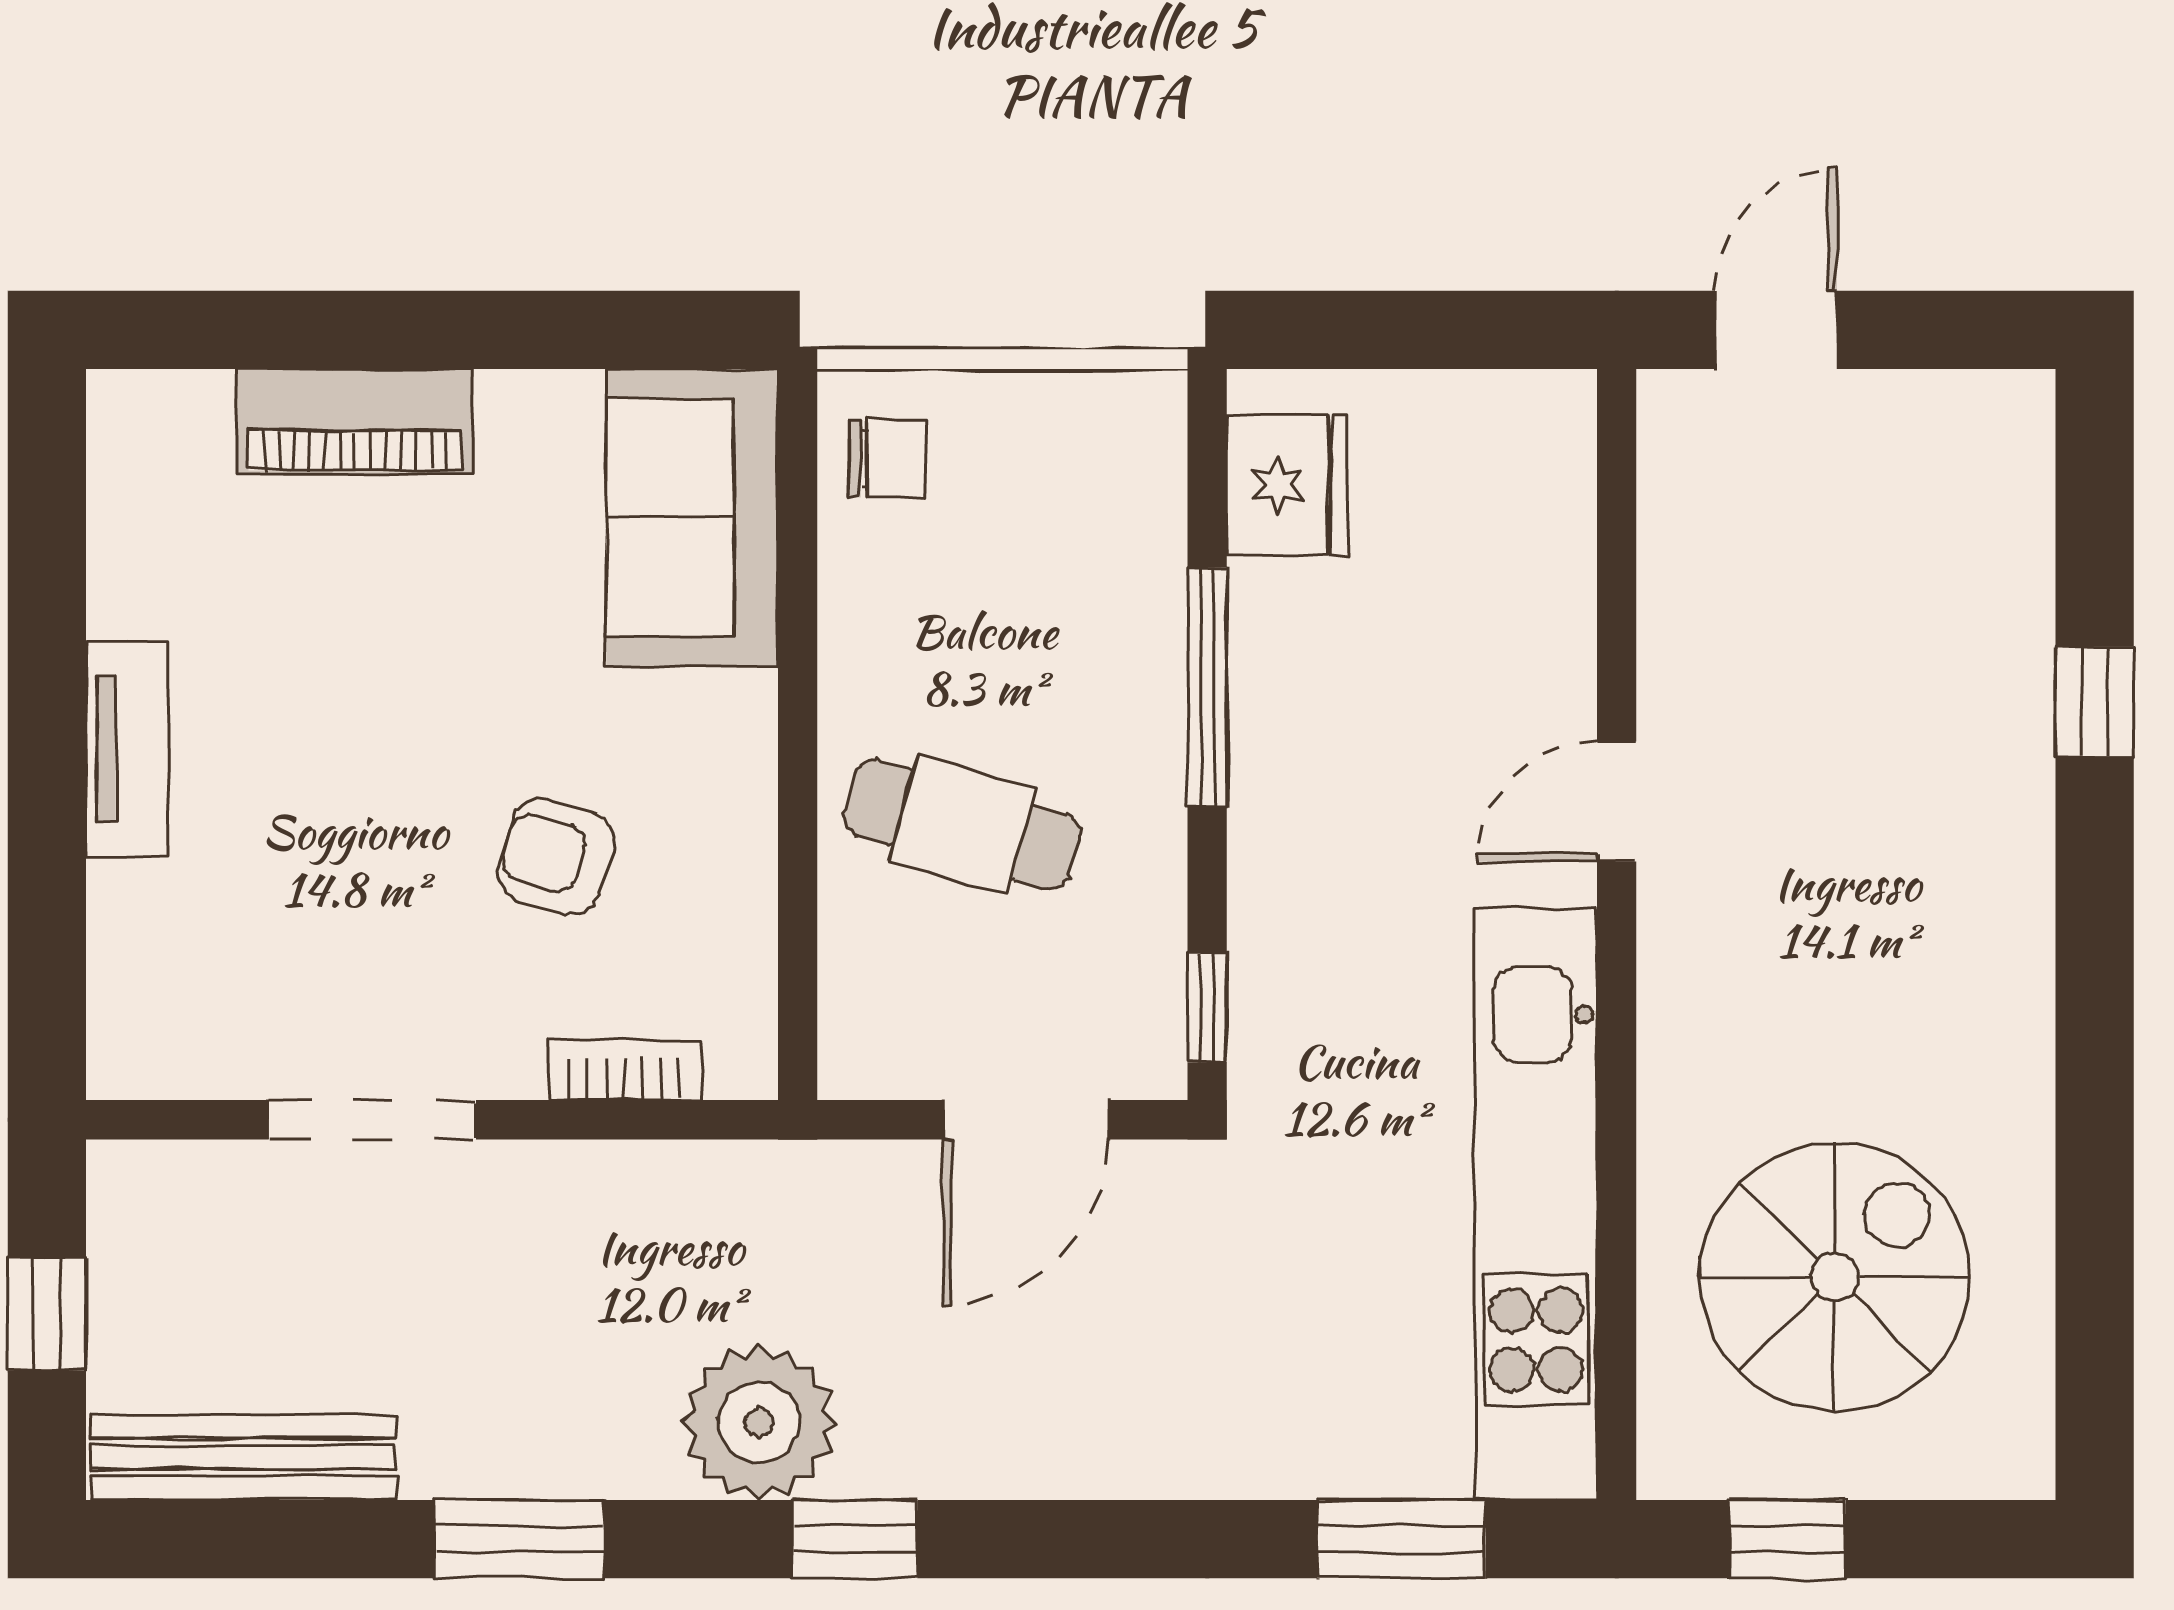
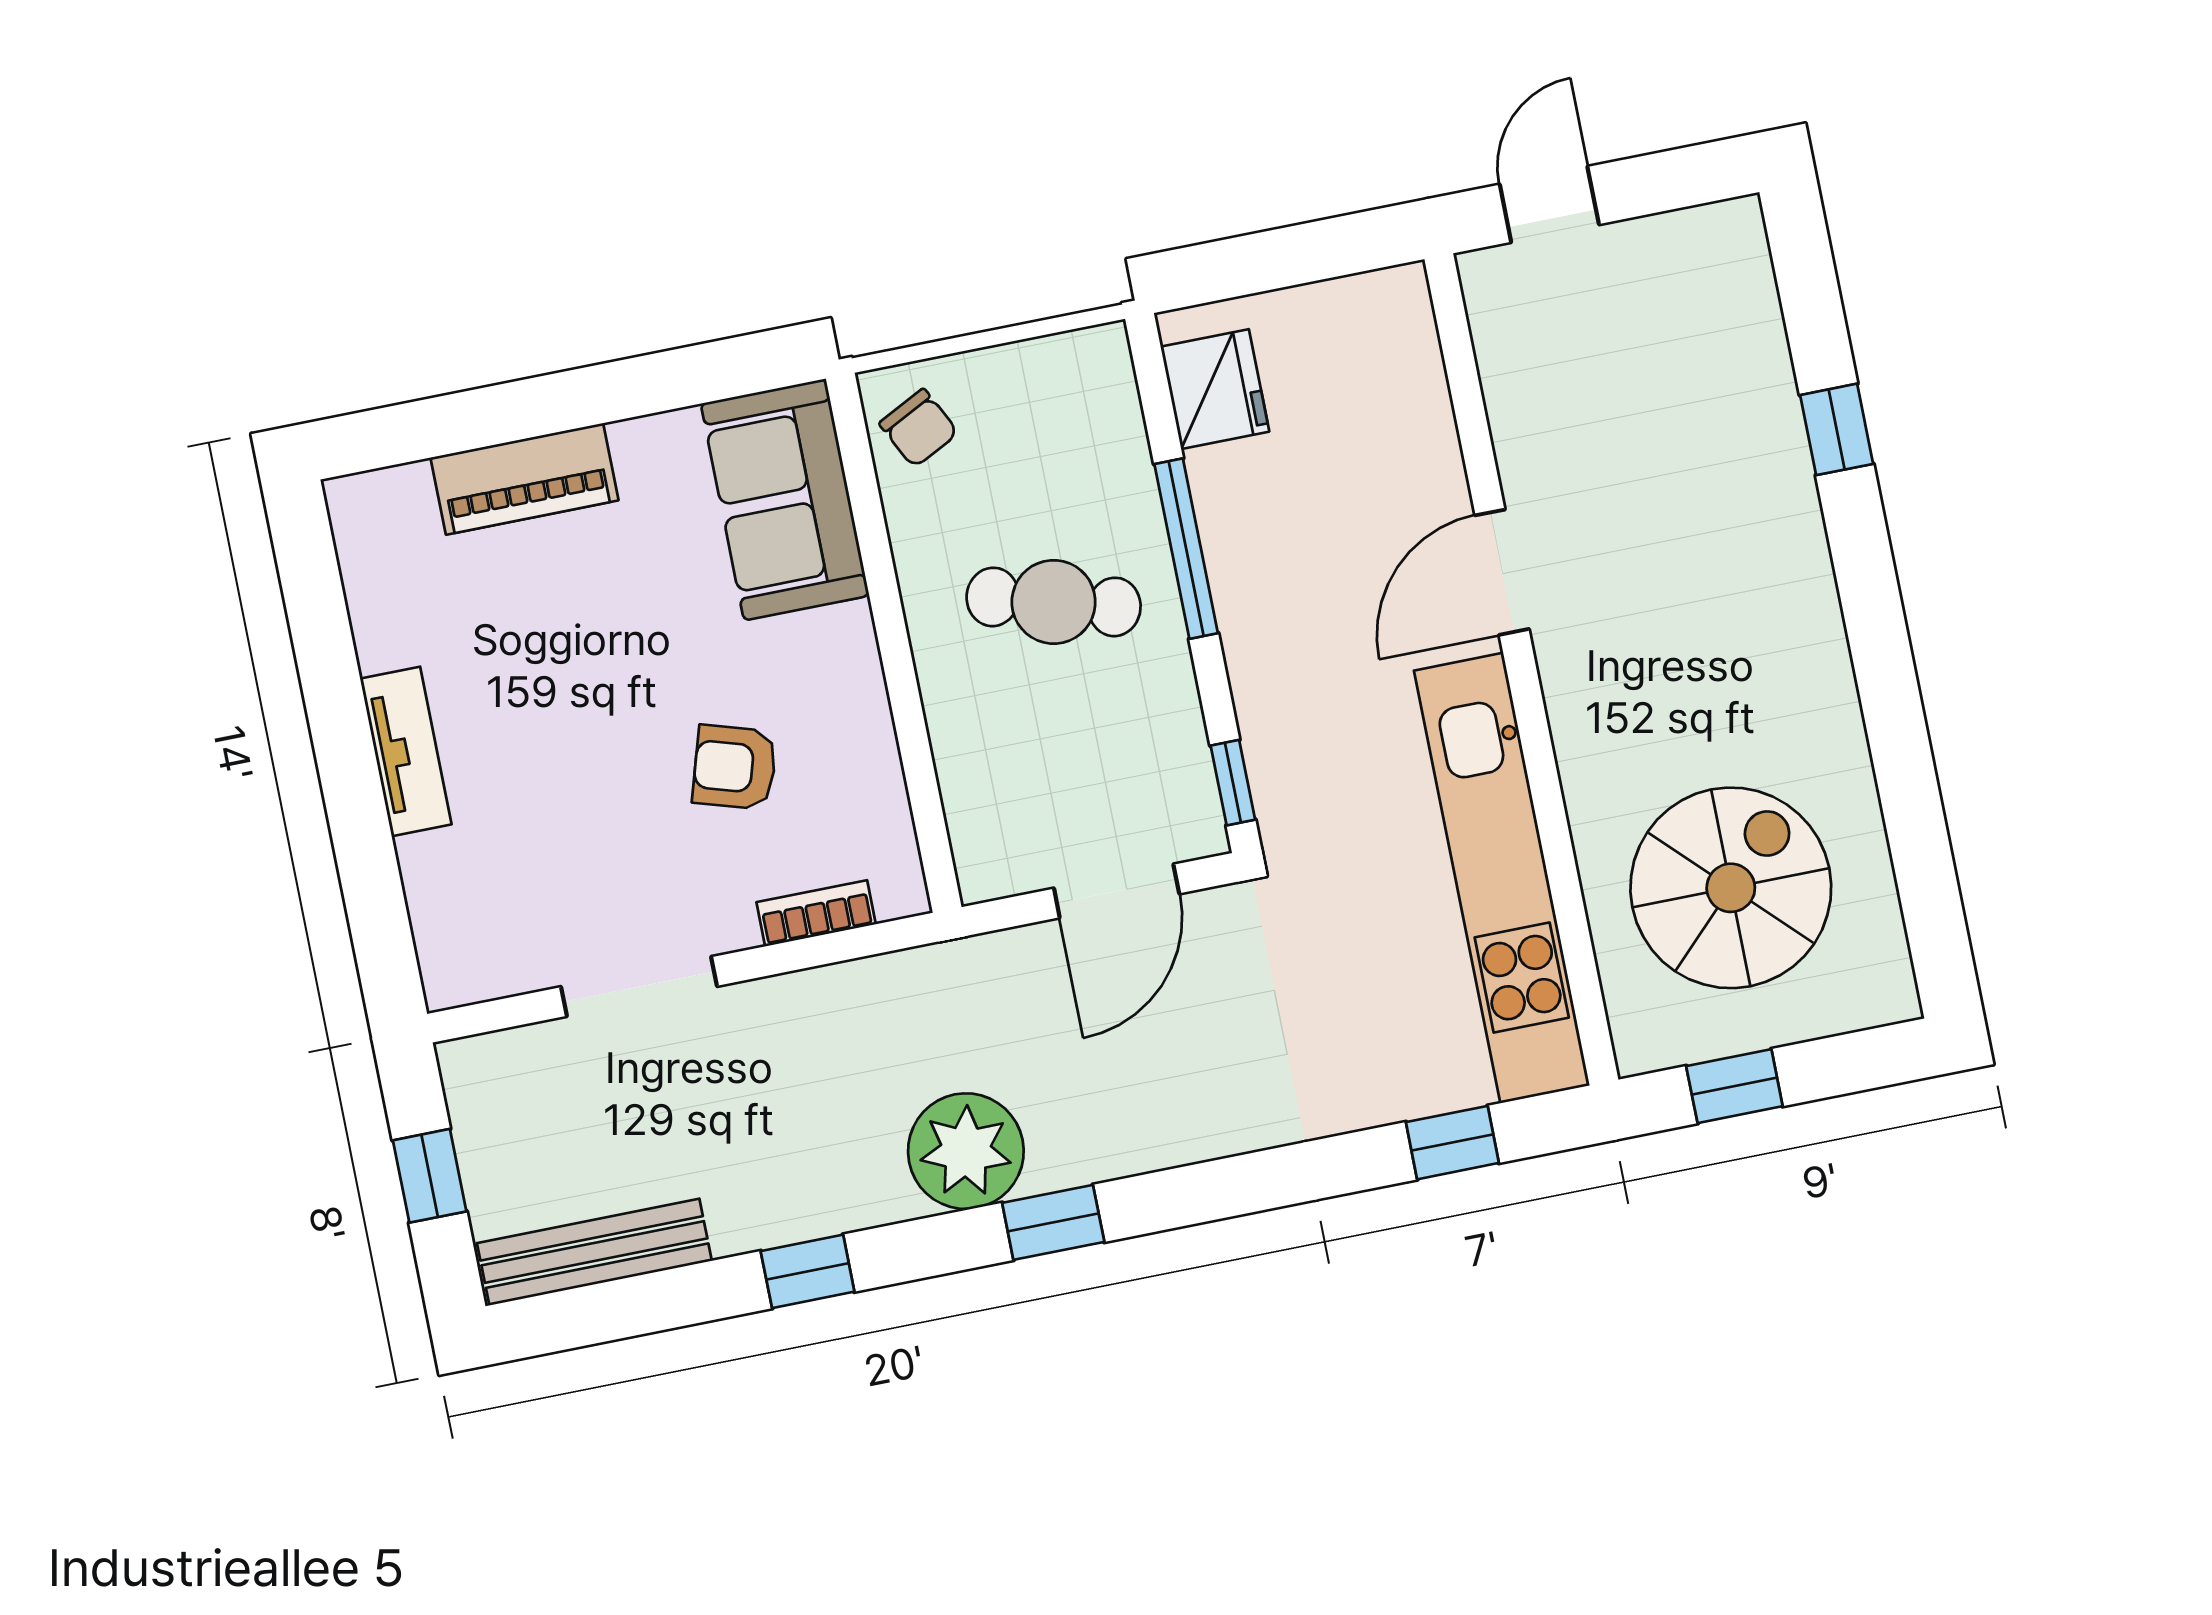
chair: (887, 459) -> (919, 428), turned 63
door: (1617, 802) -> (1502, 572), width x1.38
cafe table: (962, 825) -> (1054, 602), moved
window: (519, 1539) -> (808, 1271), width x0.67
window: (1401, 1539) -> (1452, 1143), width x0.67

